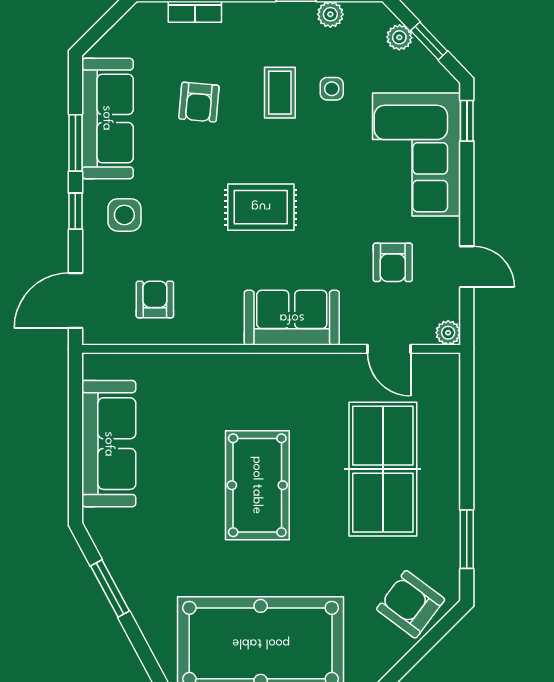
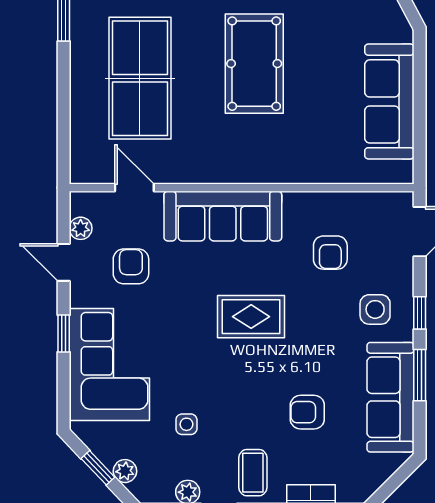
coffee table: (280, 93) -> (253, 473), moved
armchair: (199, 102) -> (307, 412), turned -95
window: (467, 121) -> (64, 333), moved
armchair: (155, 299) -> (330, 253), moved
sofa: (292, 318) -> (223, 216), width x1.36
plant: (448, 333) -> (81, 228), moved

